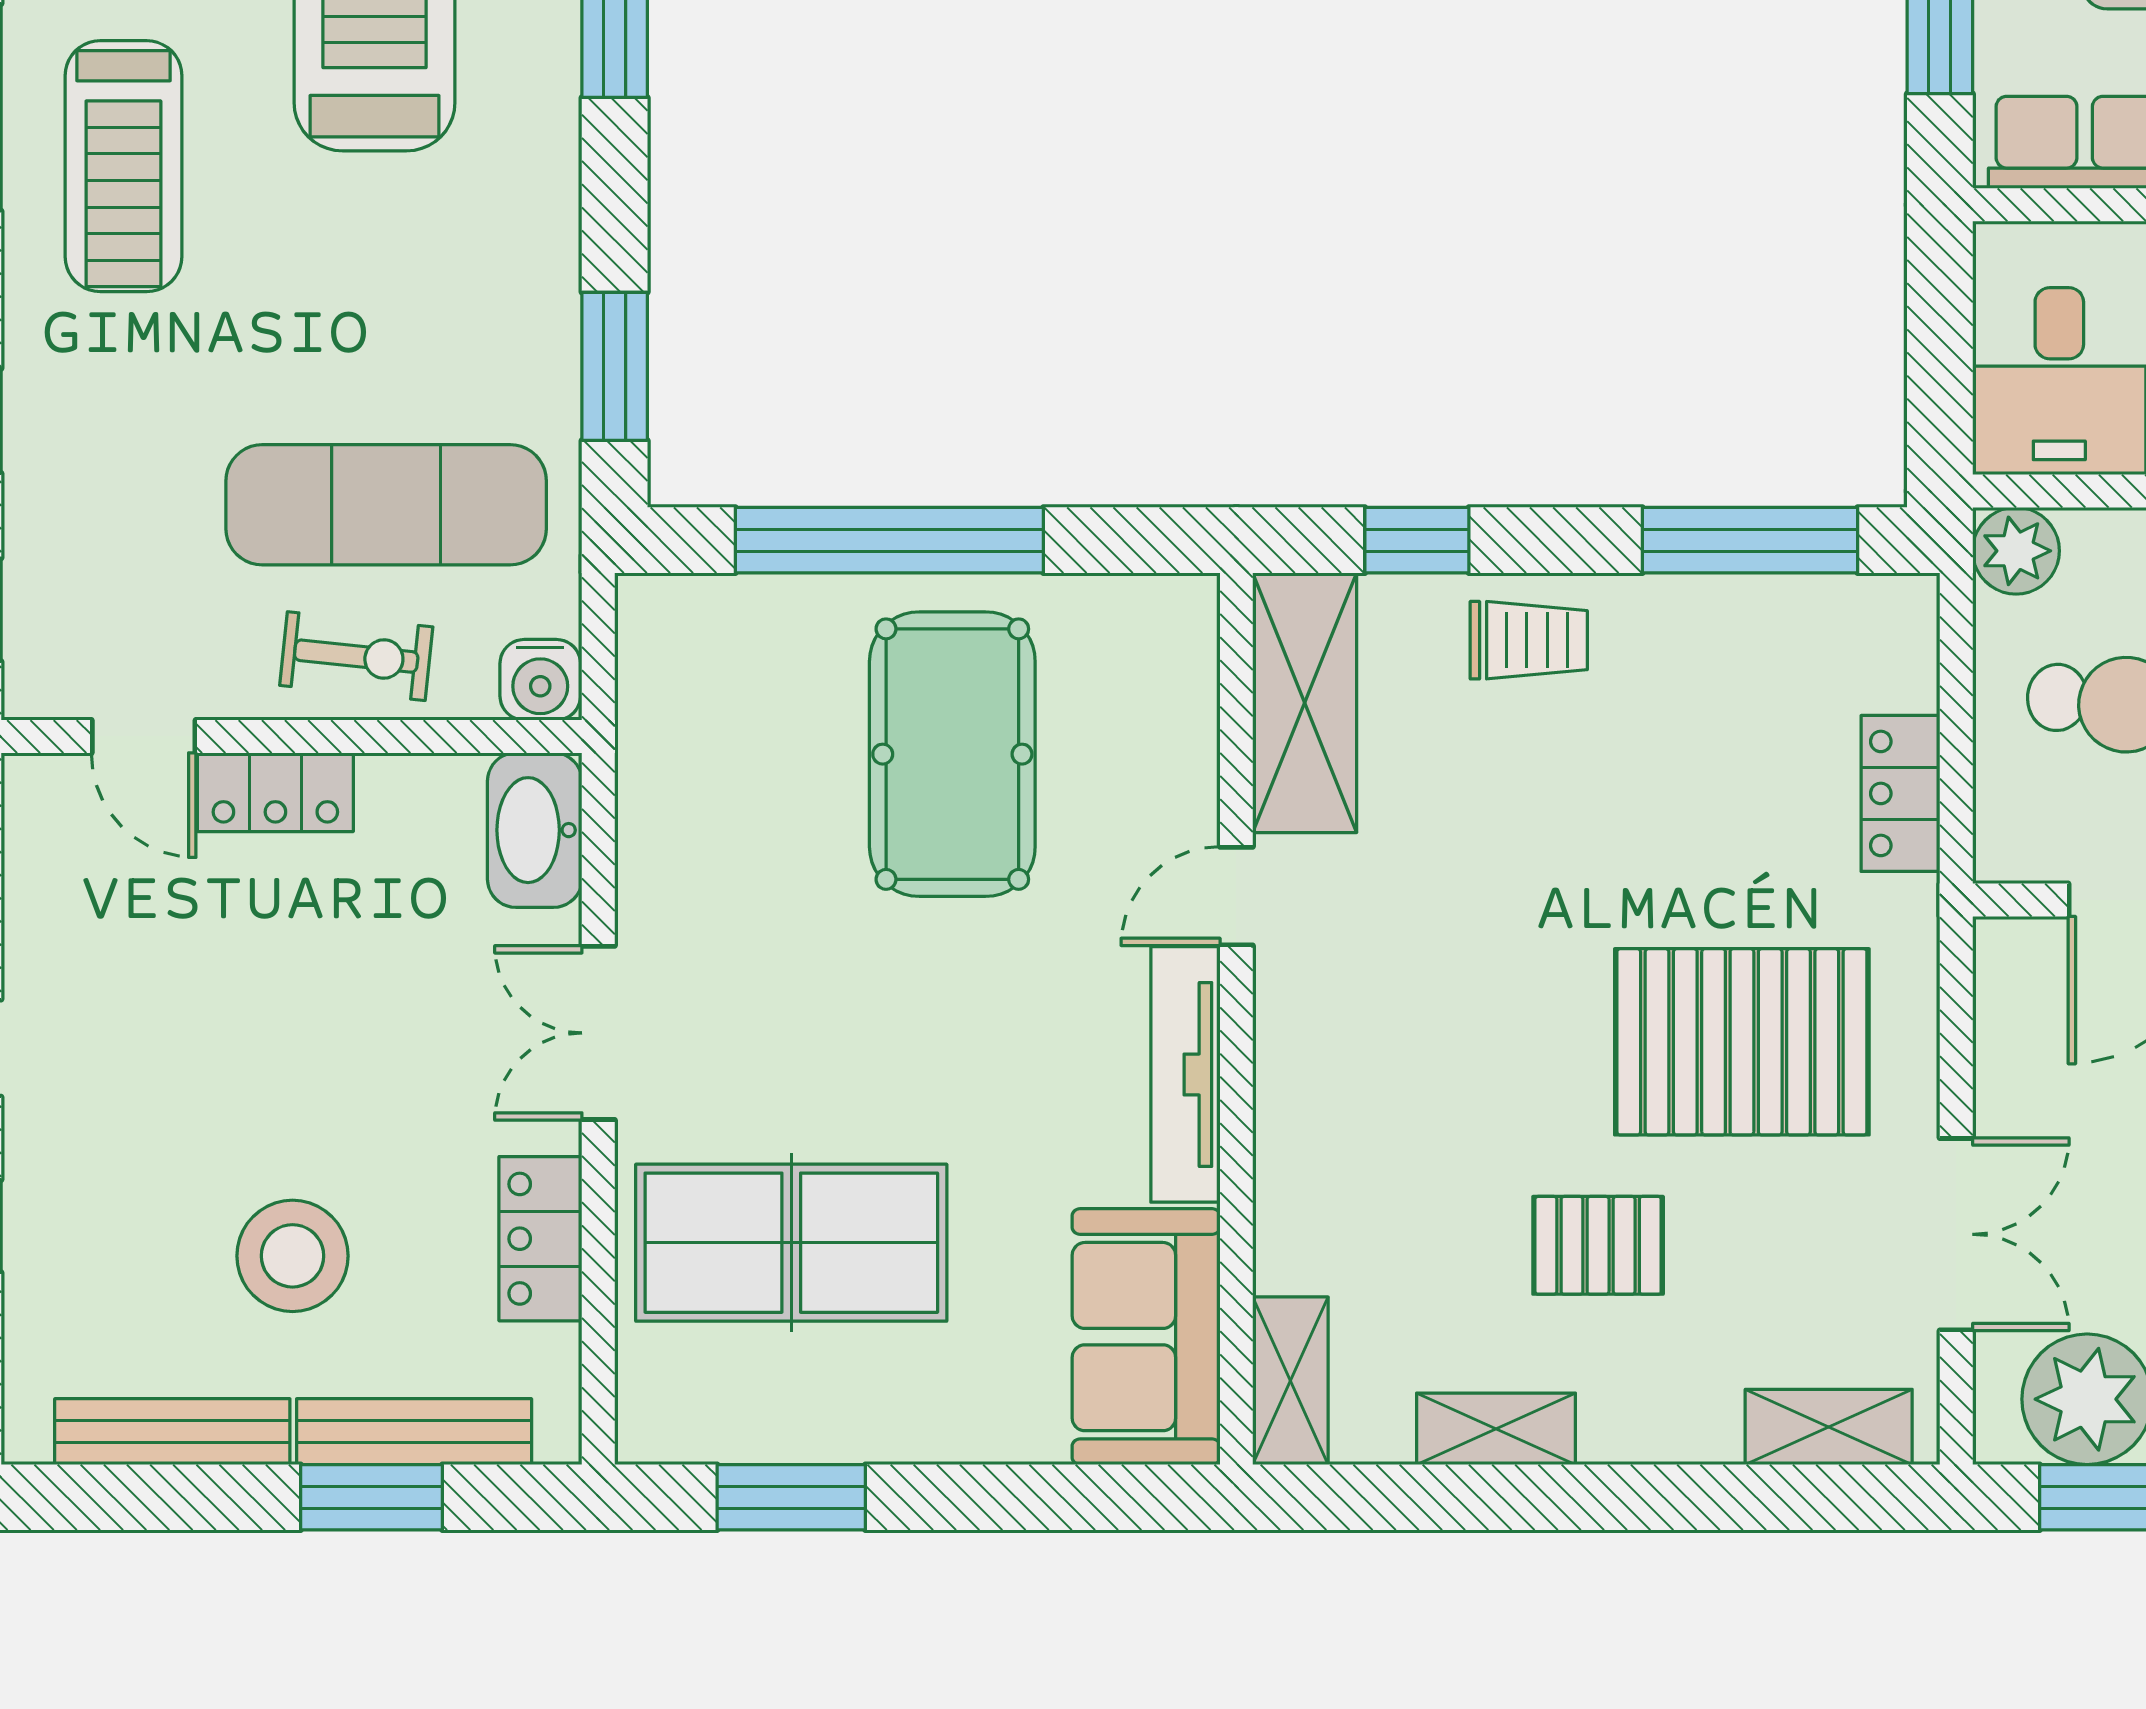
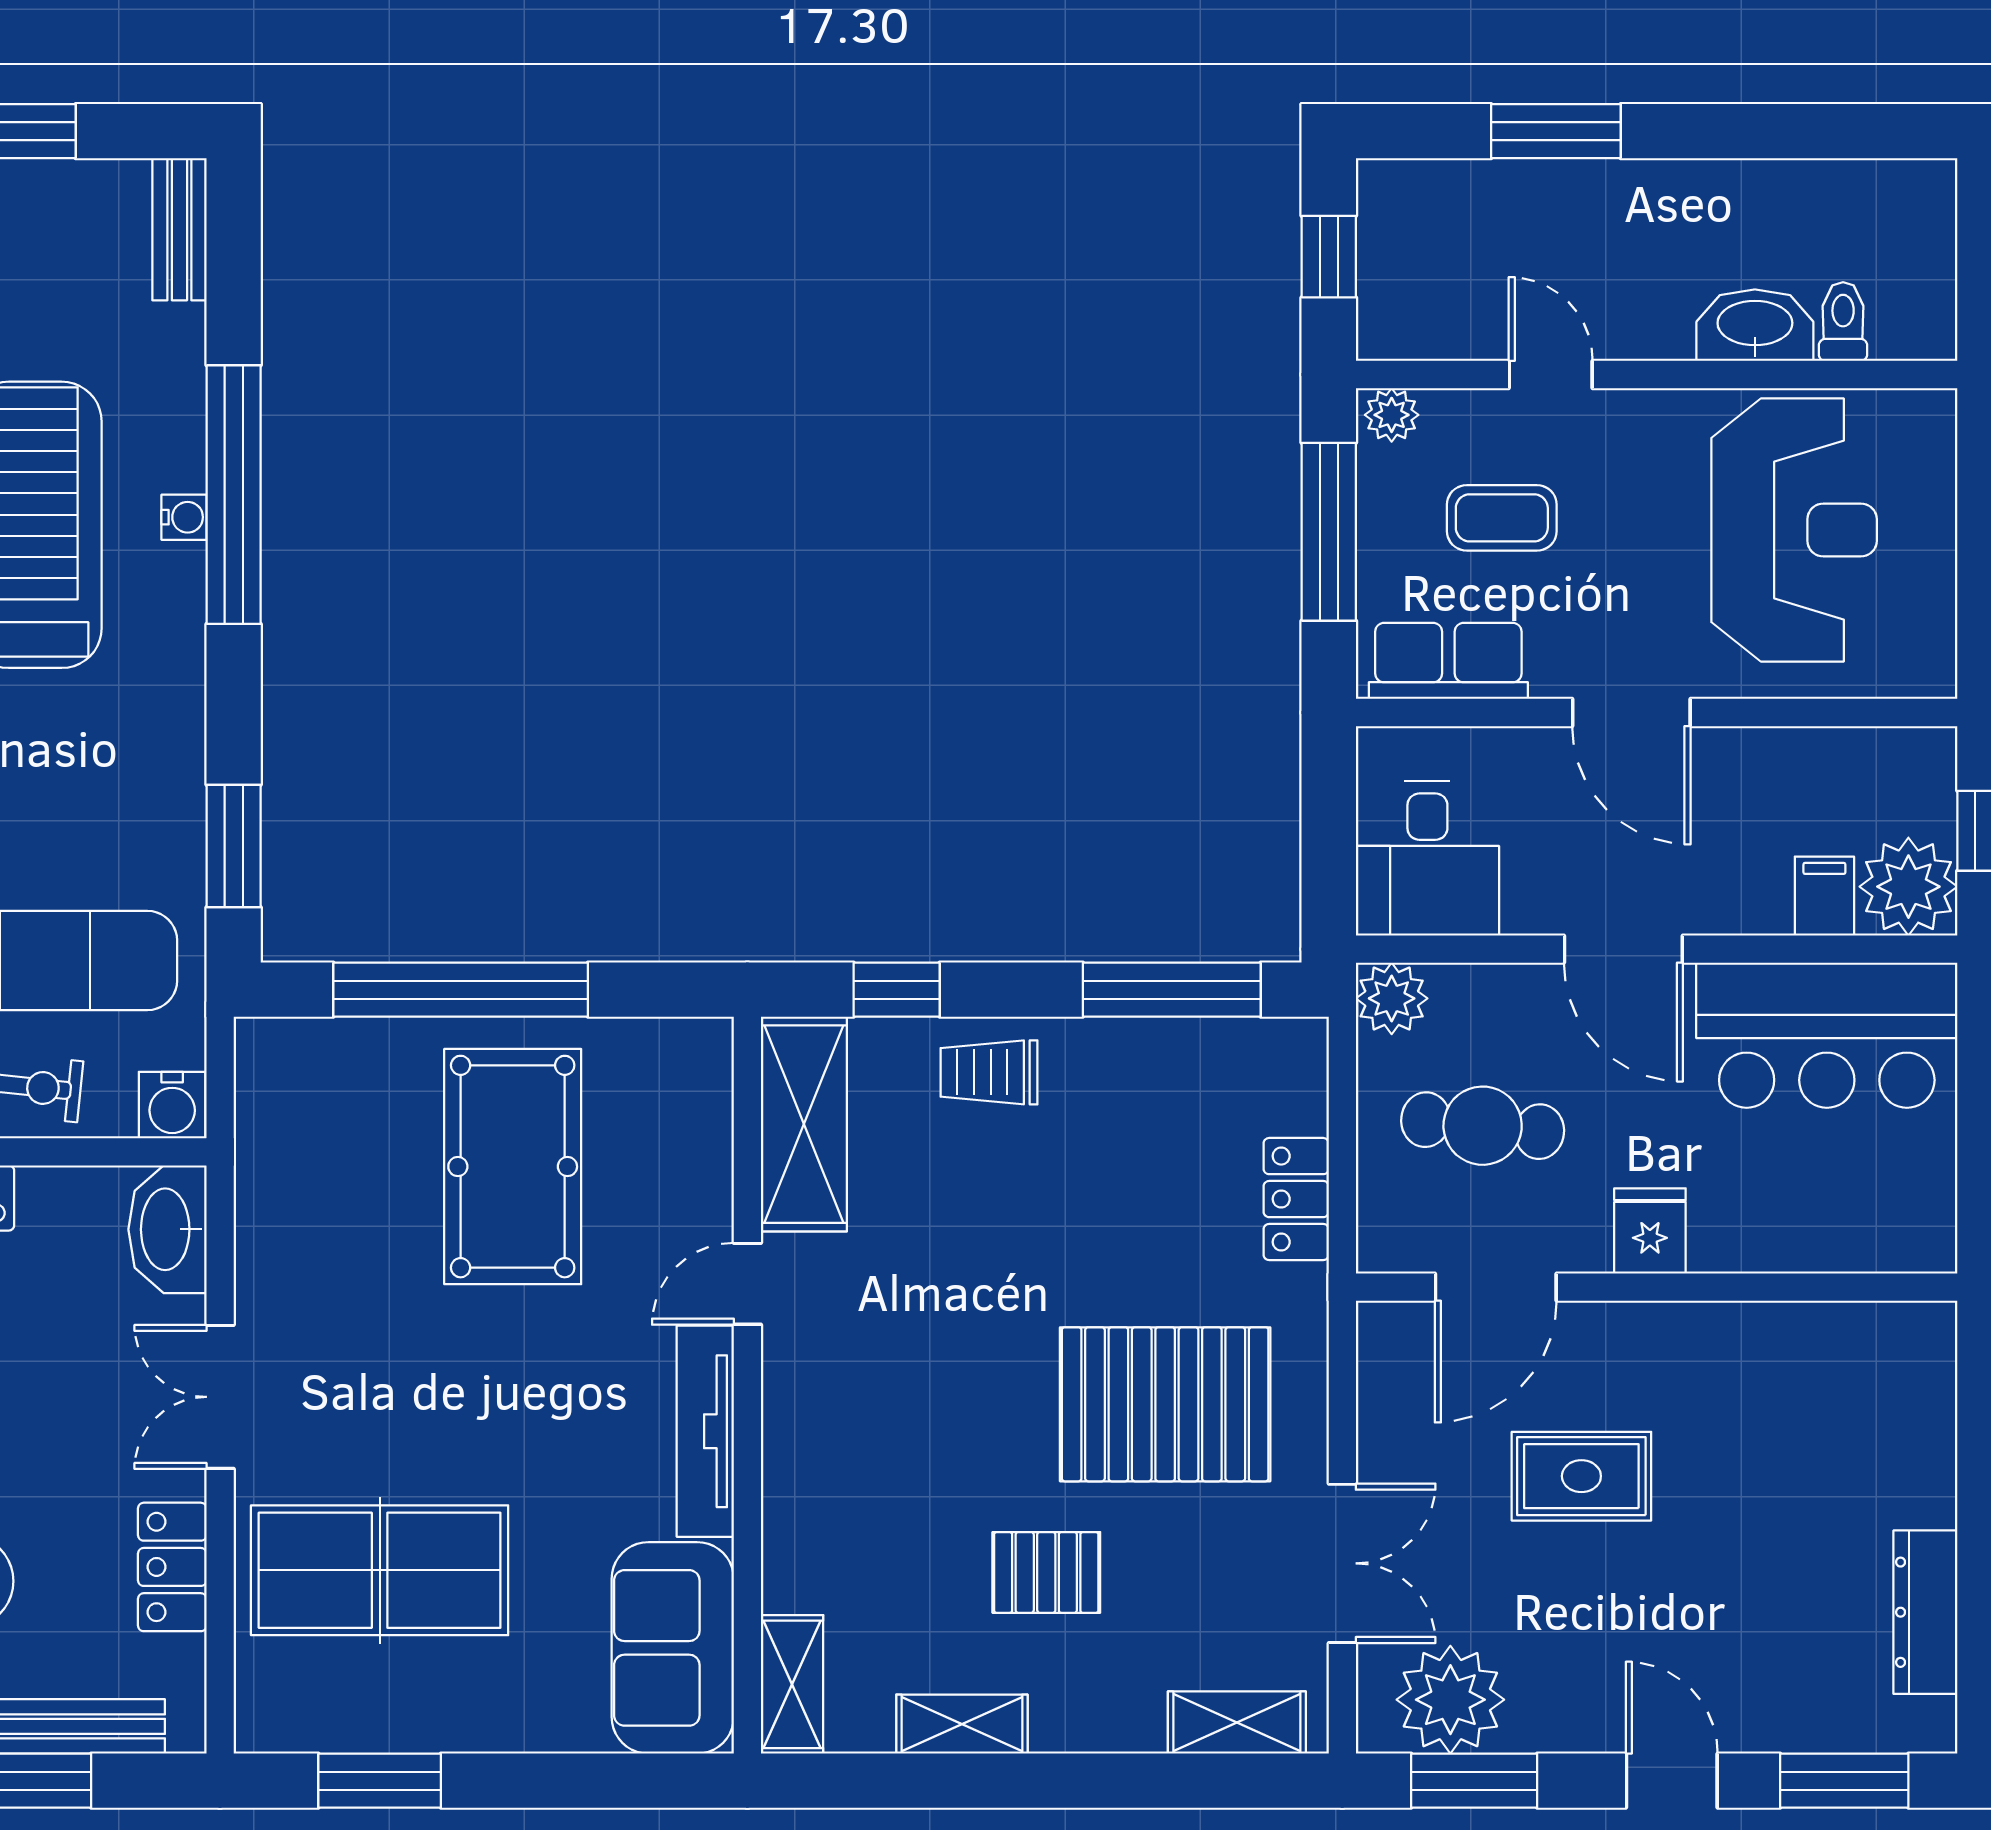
trolley: (1529, 640) -> (989, 1072), turned 180

